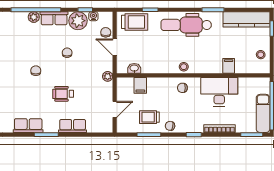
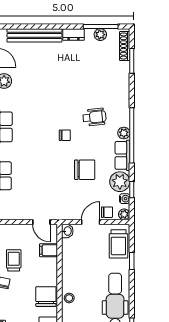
chair: (67, 53) -> (85, 170), width x1.87, depth x1.87
washbasin: (134, 68) -> (67, 231), moved
plant: (108, 76) -> (124, 214), moved
chair: (182, 88) -> (46, 297), width x1.87, depth x1.87
wheelchair: (63, 94) -> (94, 117), moved, turned 84
door: (115, 109) -> (41, 222), moved

